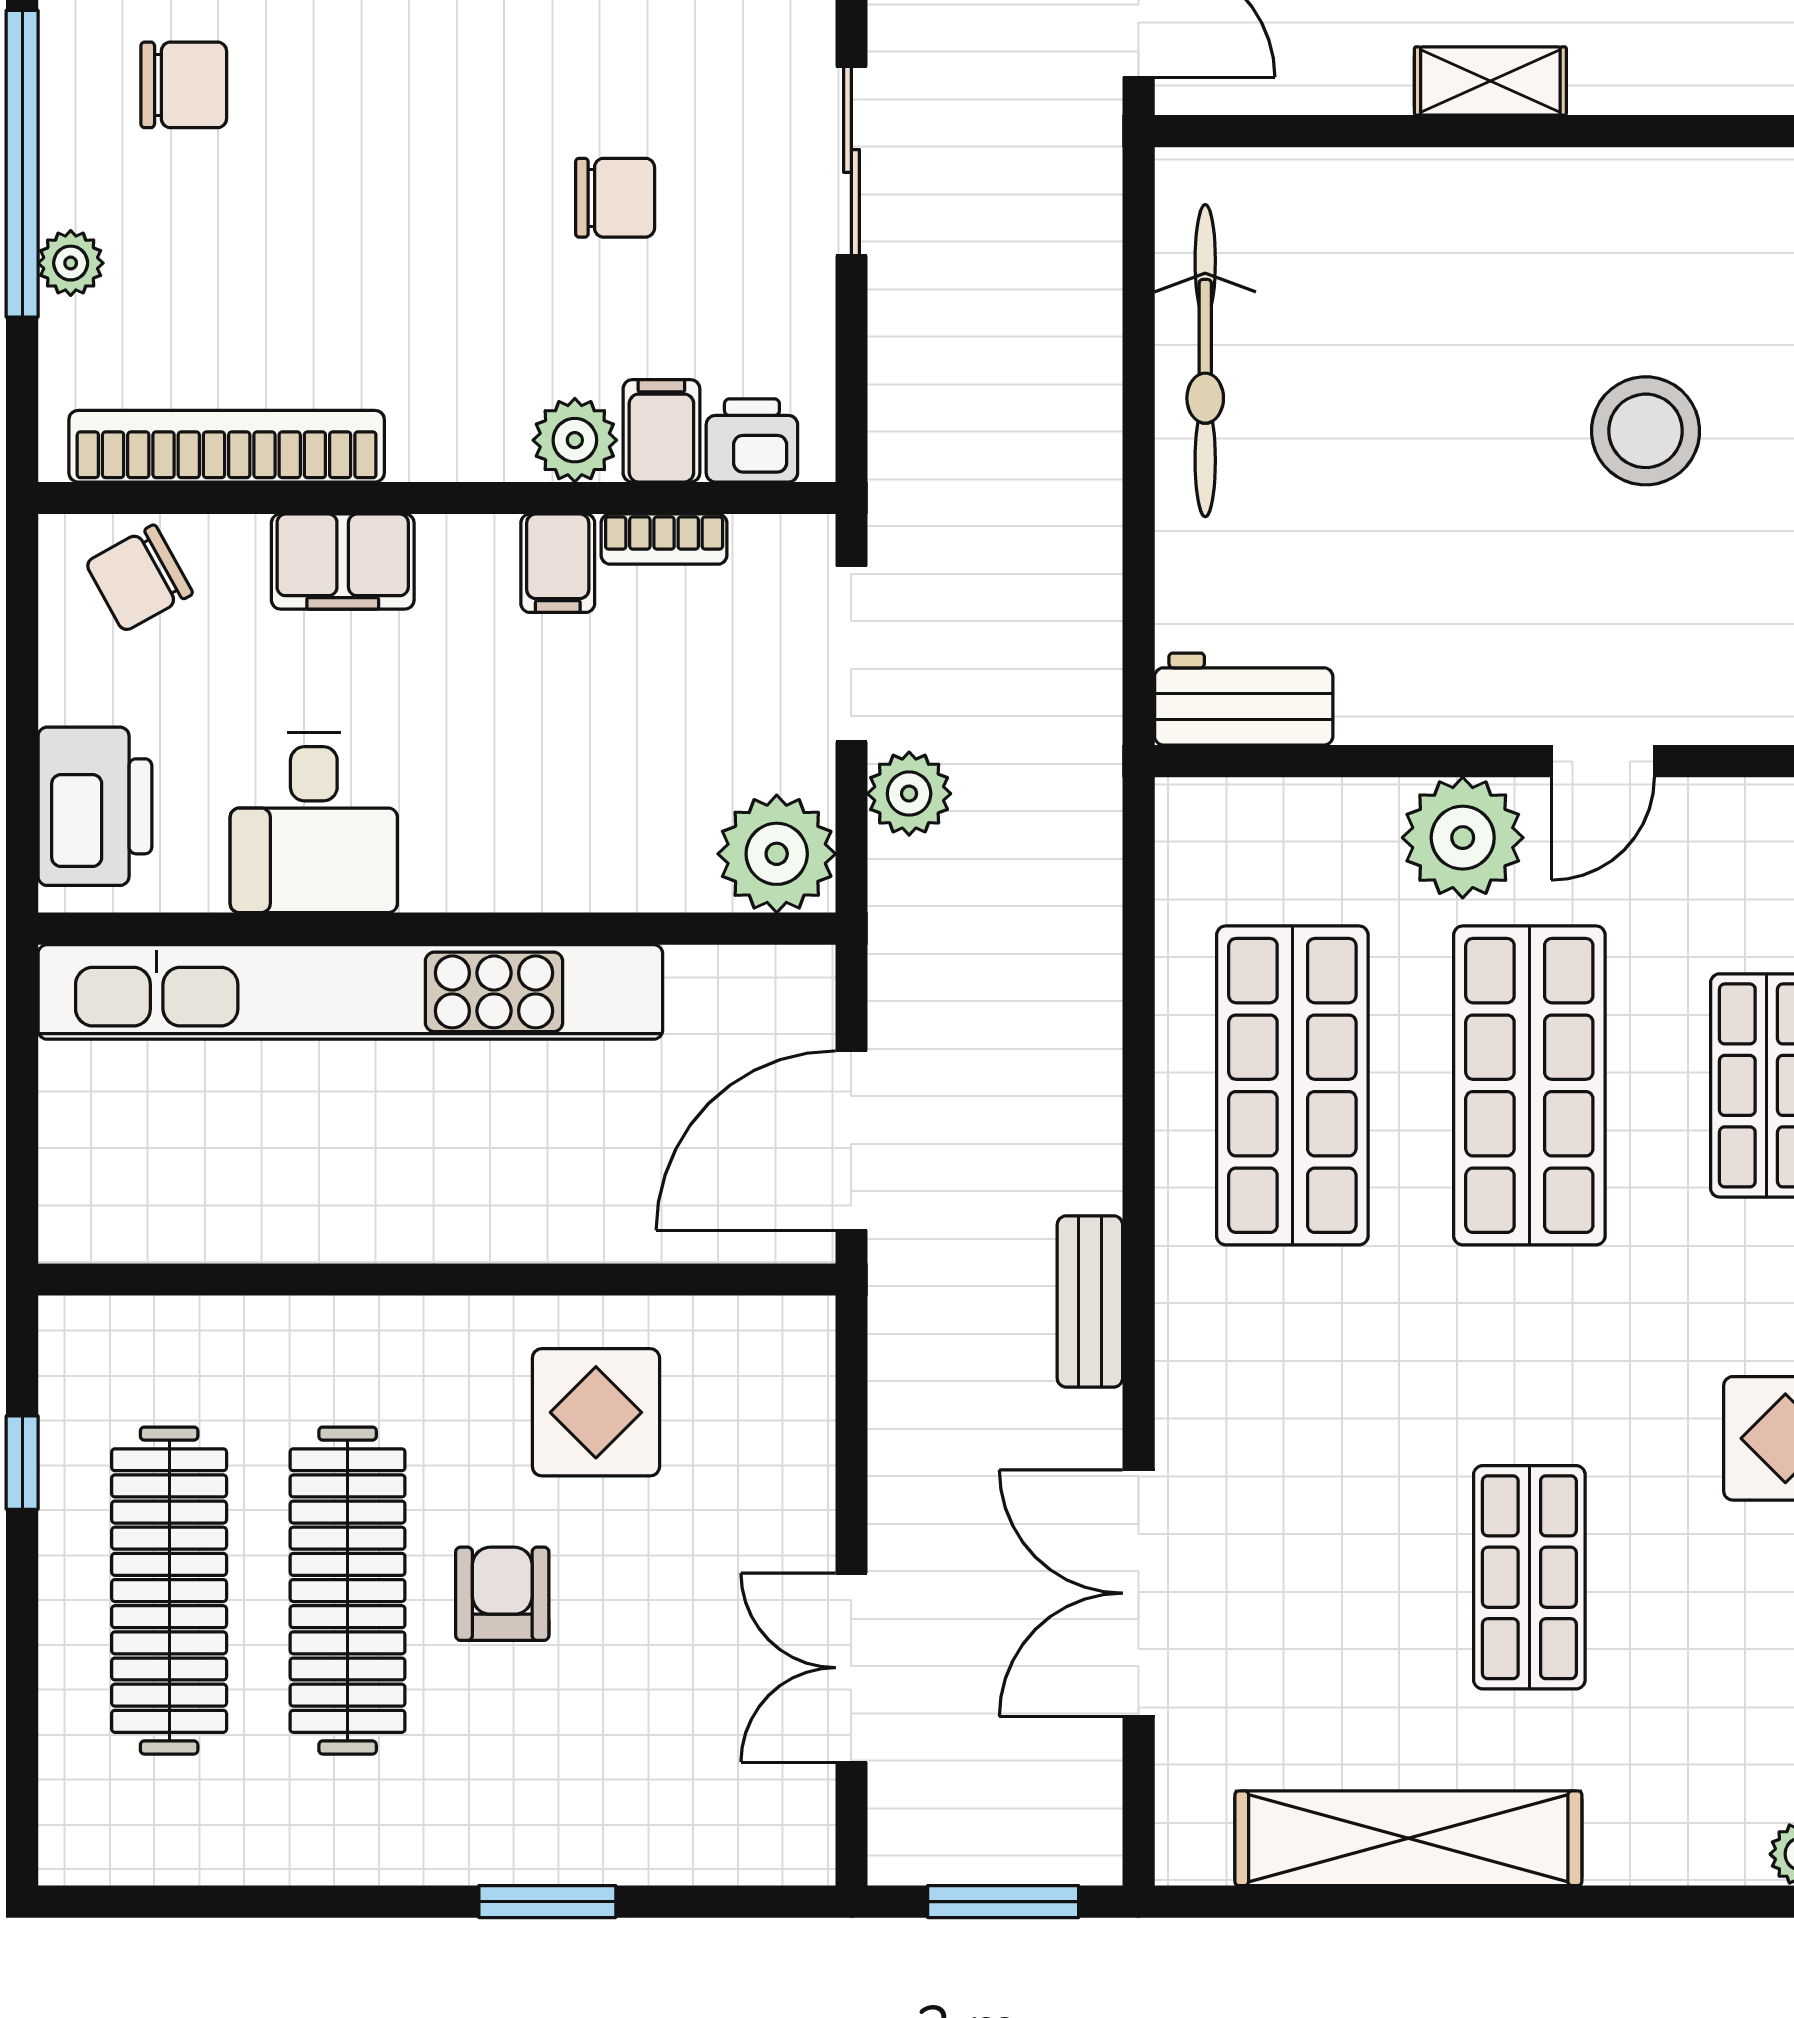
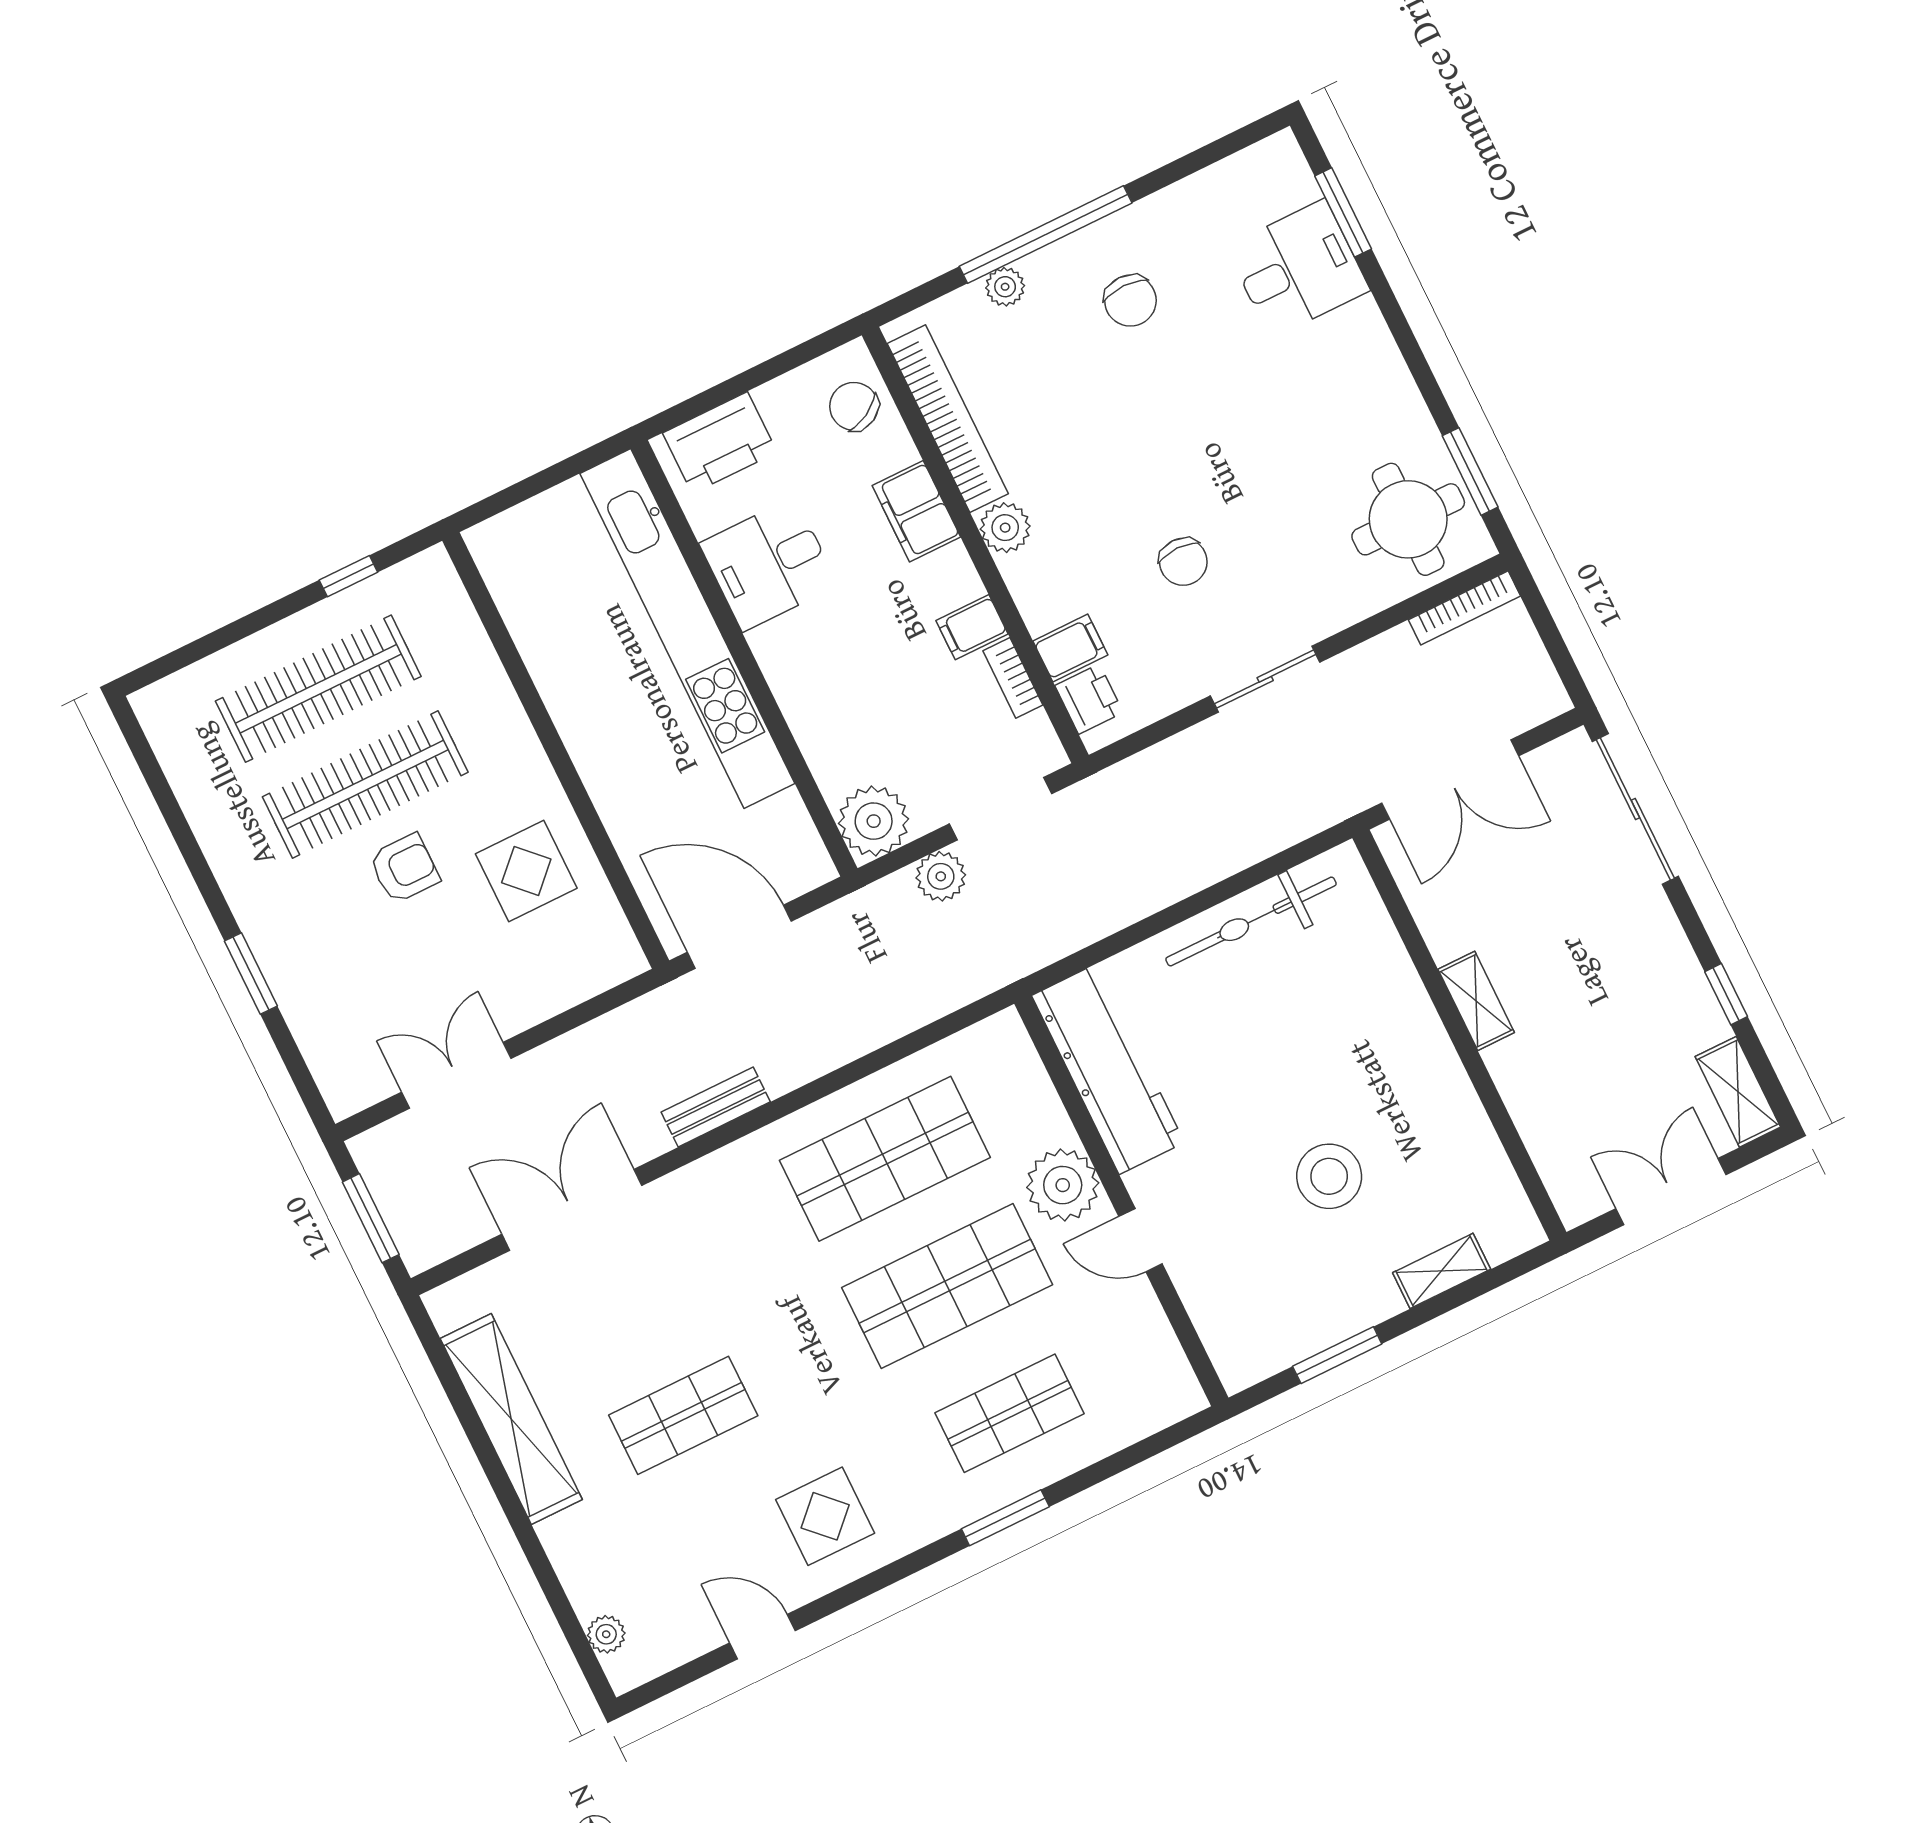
plant: (575, 440) -> (1005, 528), moved
workbench: (1244, 699) -> (1108, 1069), width x1.88, depth x1.32

